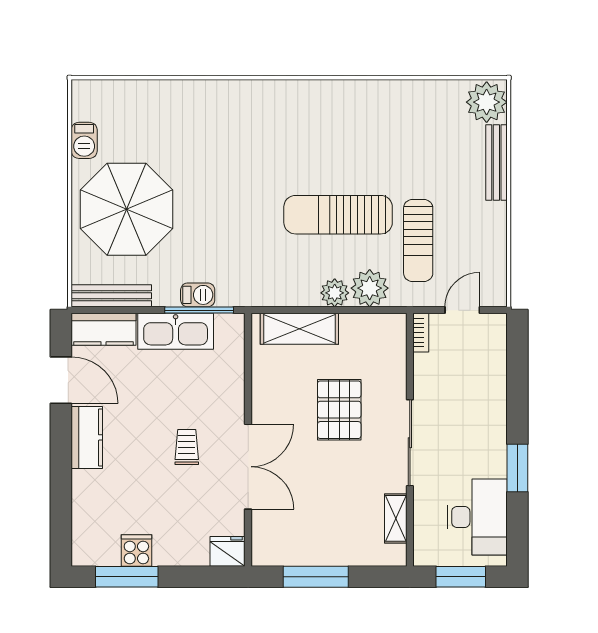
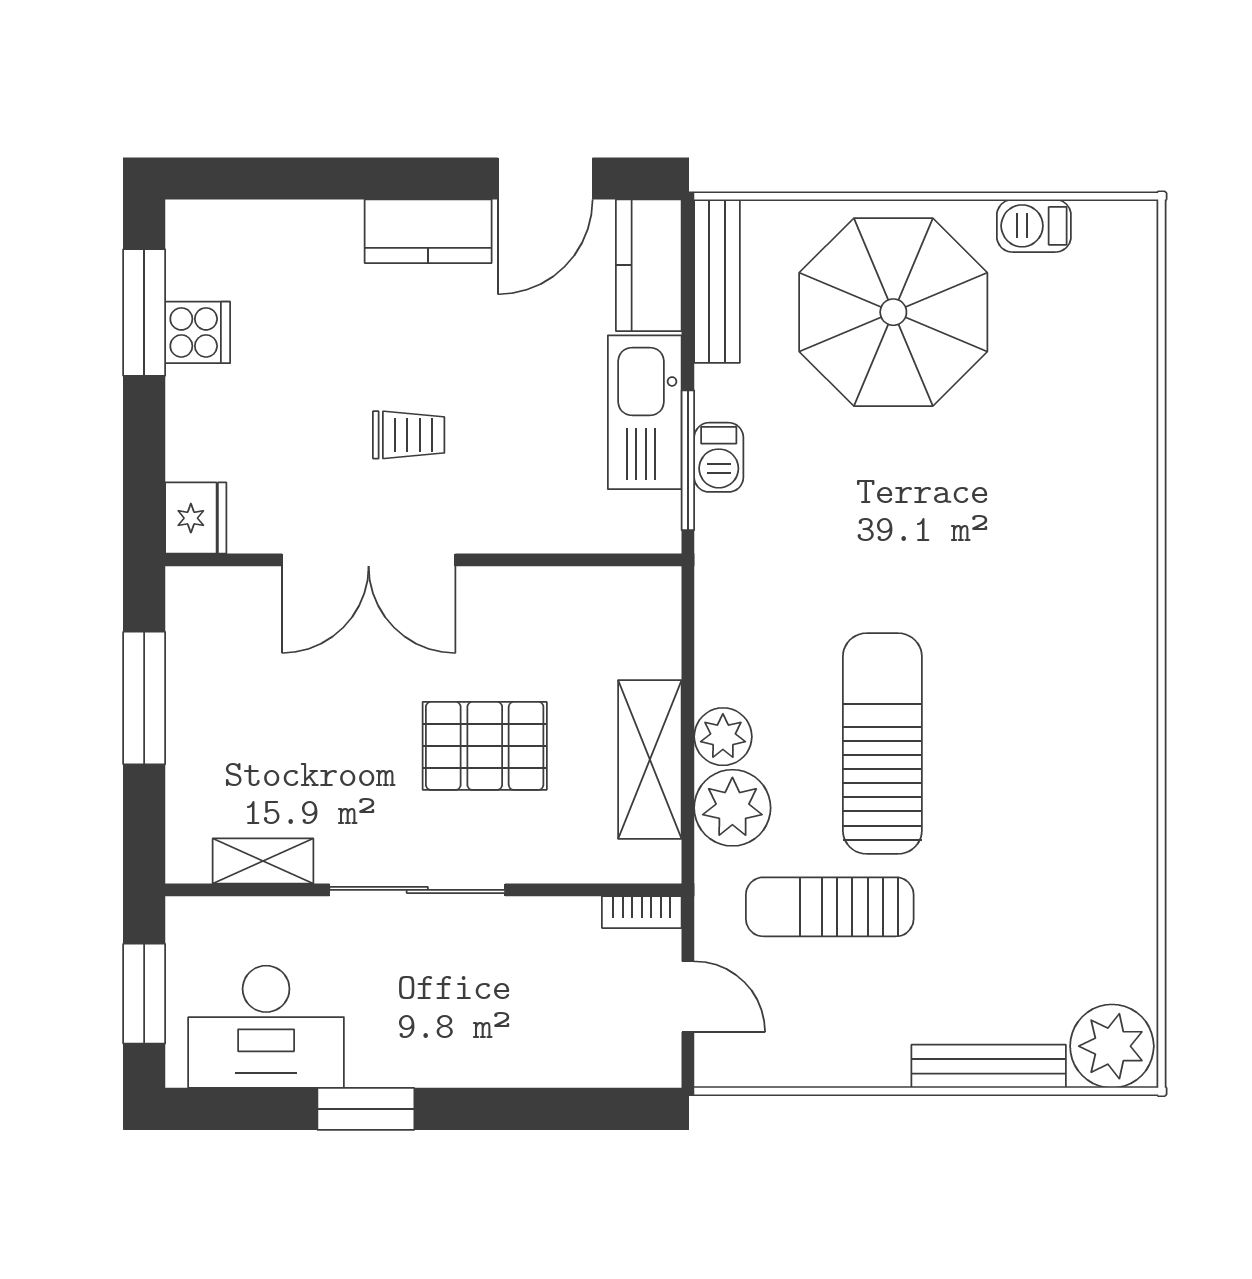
shelving: (299, 329) -> (650, 759), moved

